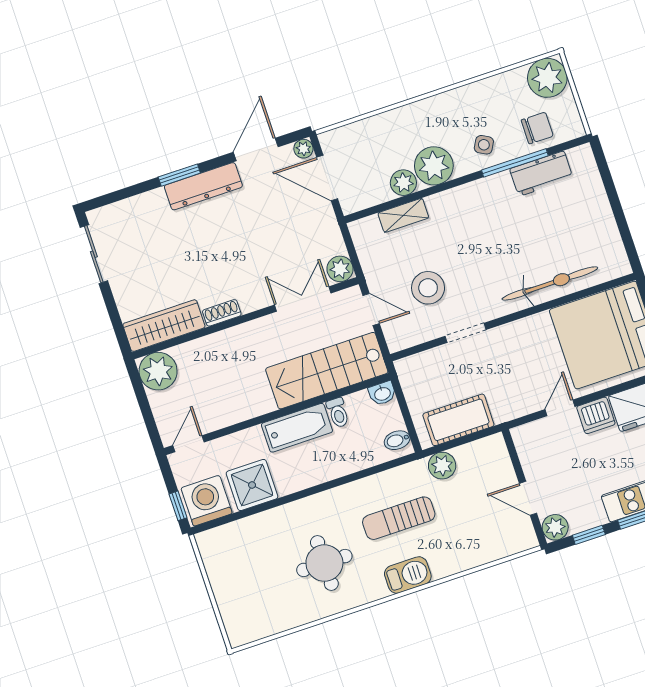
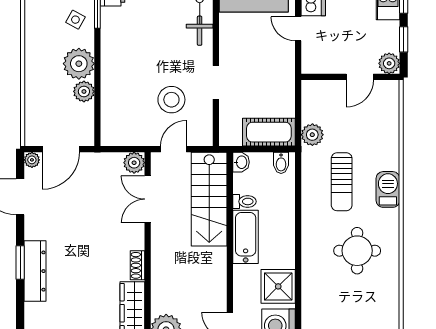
dresser: (203, 186) -> (35, 271), moved
shelving: (403, 215) -> (109, 100), removed
cot: (458, 420) -> (269, 132), moved, turned 90

